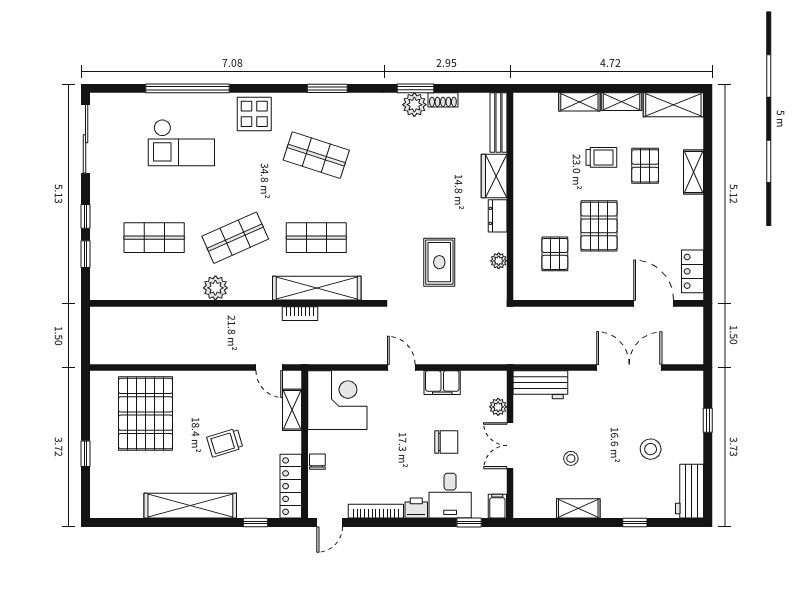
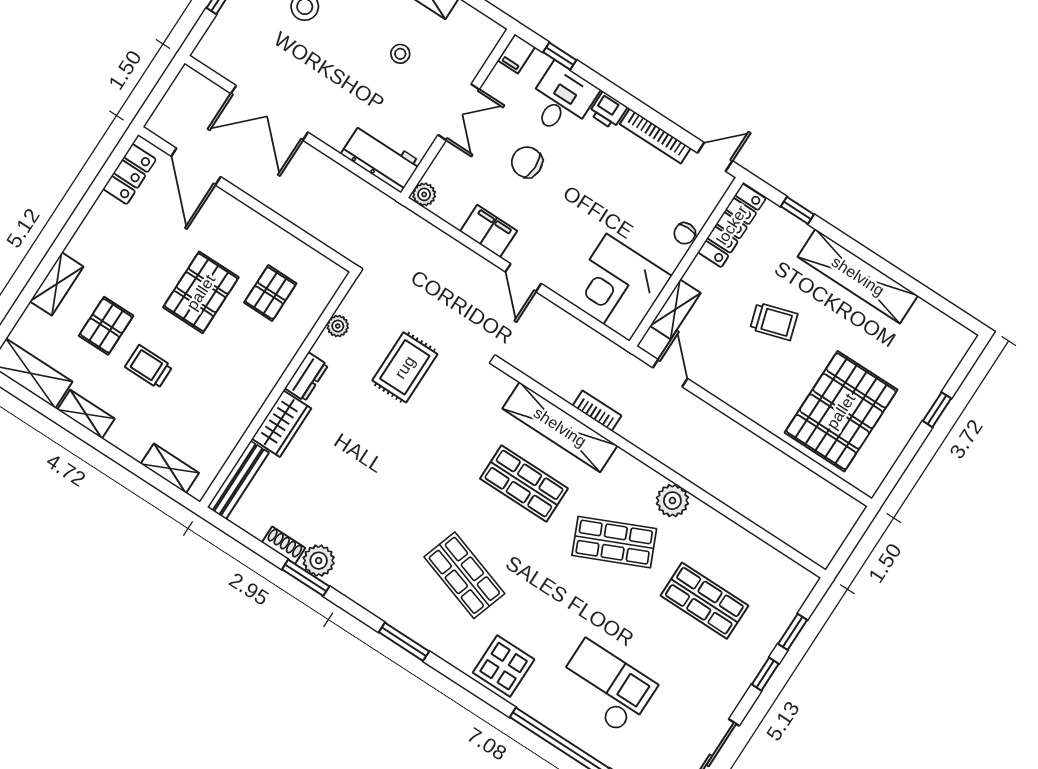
shelving: (579, 102) -> (170, 468), moved
plant: (498, 407) -> (424, 194), moved

